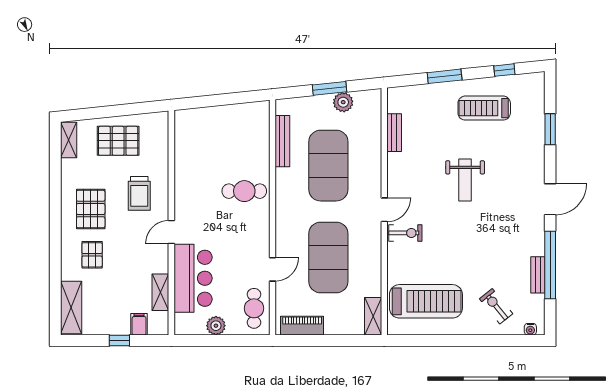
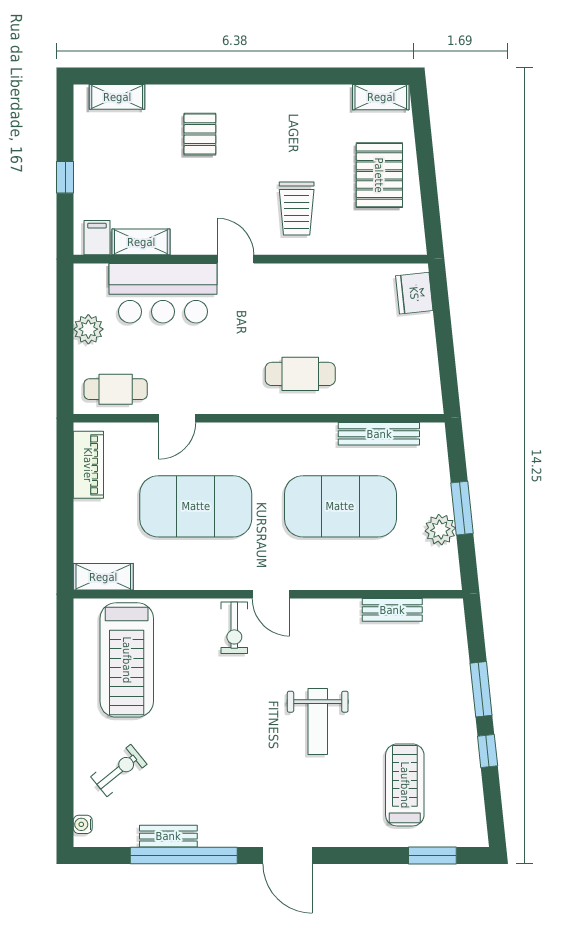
window: (504, 70) -> (488, 751), moved
treadmill: (484, 108) -> (405, 785), moved
fridge: (193, 119) -> (414, 293), added
window: (550, 129) -> (432, 855), moved
weight bench: (465, 180) -> (318, 722), turned -90
cafe table: (244, 191) -> (300, 374), turned 90
trolley: (139, 193) -> (297, 208), turned -90
pallet: (91, 209) -> (272, 132), removed
pallet: (92, 255) -> (200, 134), turned 90
door: (272, 269) -> (177, 418), hinge flipped
shelving: (71, 307) -> (117, 97), width x0.67, depth x0.75
filing cabinet: (139, 324) -> (97, 238), moved, turned -90

